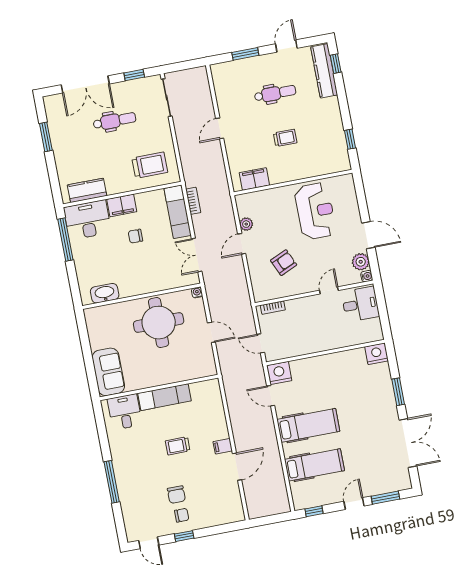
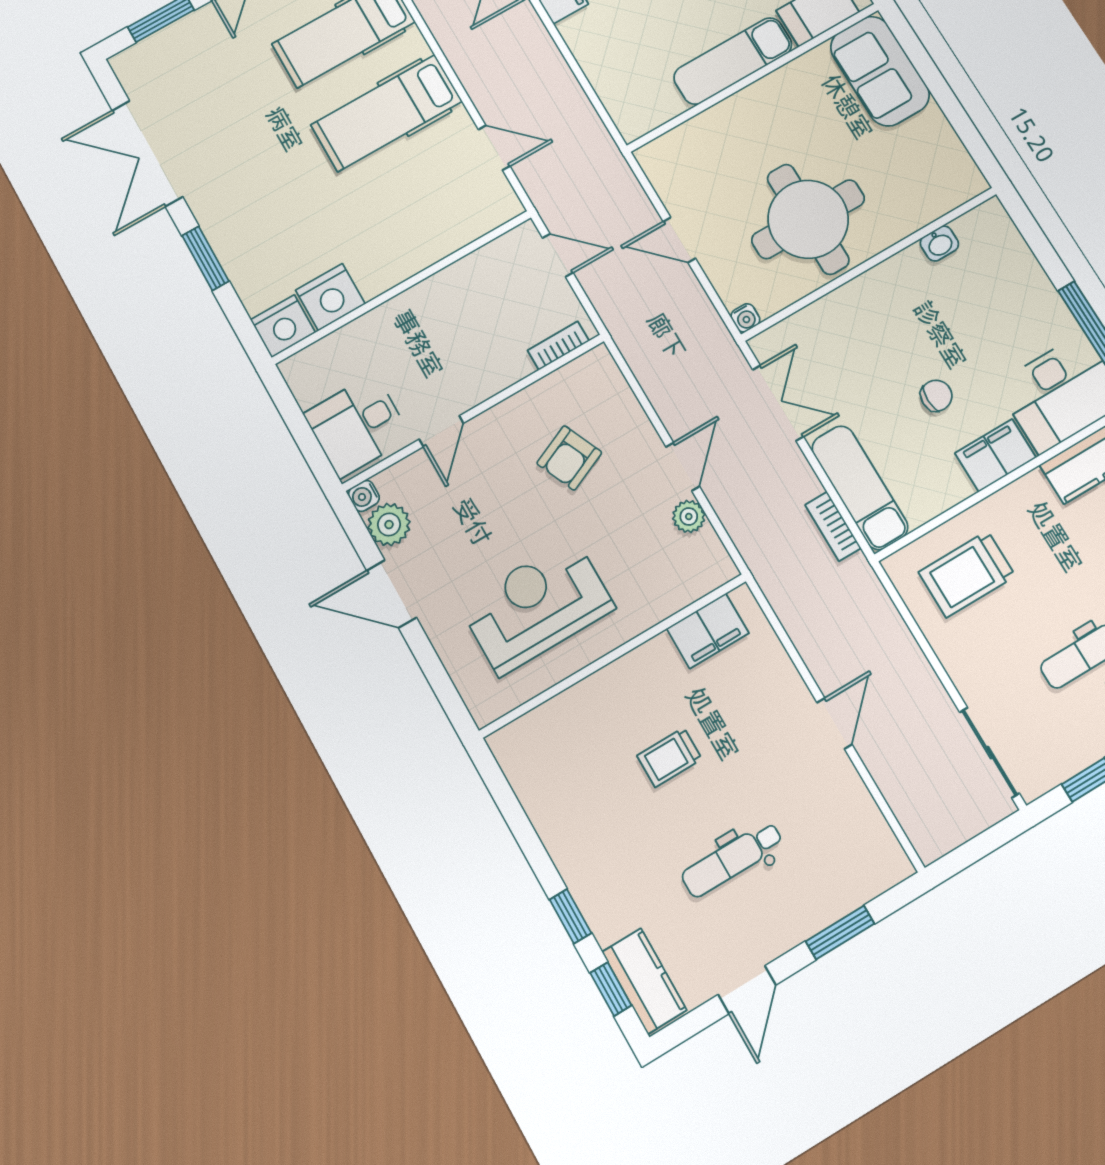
kitchen counter: (324, 71) -> (644, 981), width x0.67
window: (350, 139) -> (570, 916), moved
reception desk: (315, 211) -> (537, 606), turned 90
washbasin: (105, 293) -> (939, 243), width x0.52, depth x0.69
nightstand: (279, 373) -> (330, 297), moved

